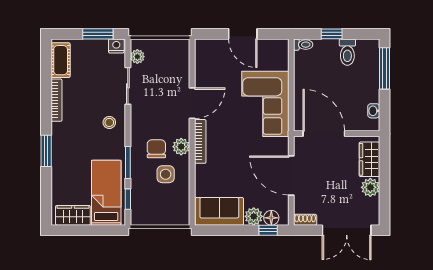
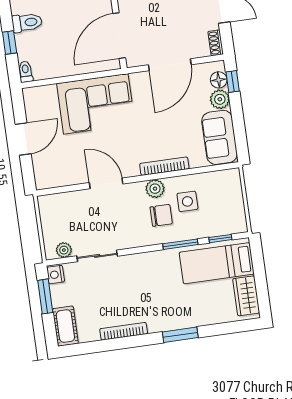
cot: (61, 60) -> (65, 326), moved, turned 90
stool: (109, 122) -> (140, 270), removed
bookcase: (200, 141) -> (164, 166), moved
chair: (156, 149) -> (161, 215), turned 180

